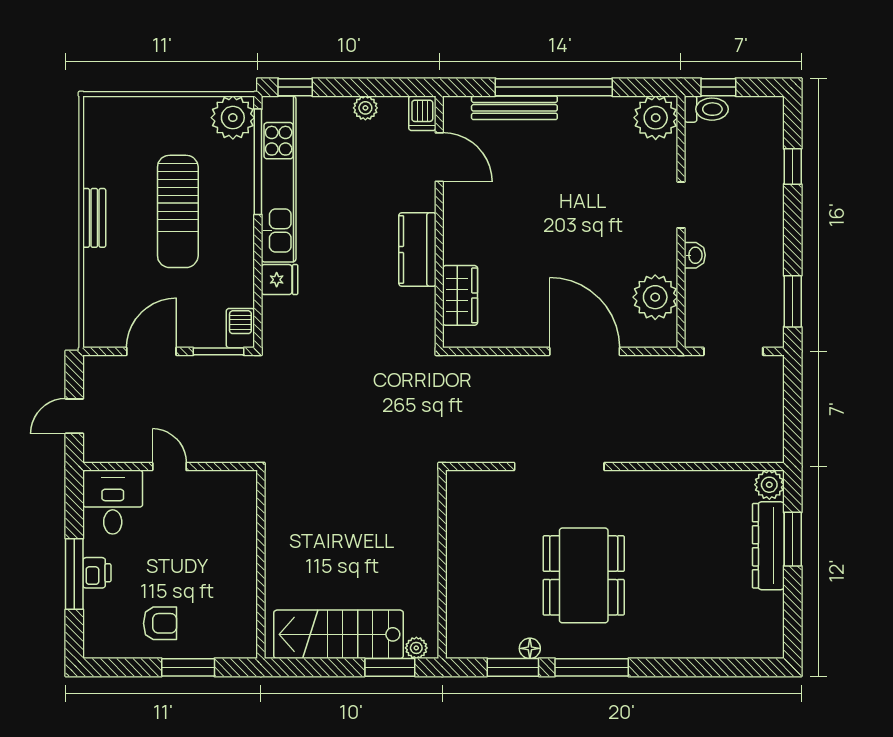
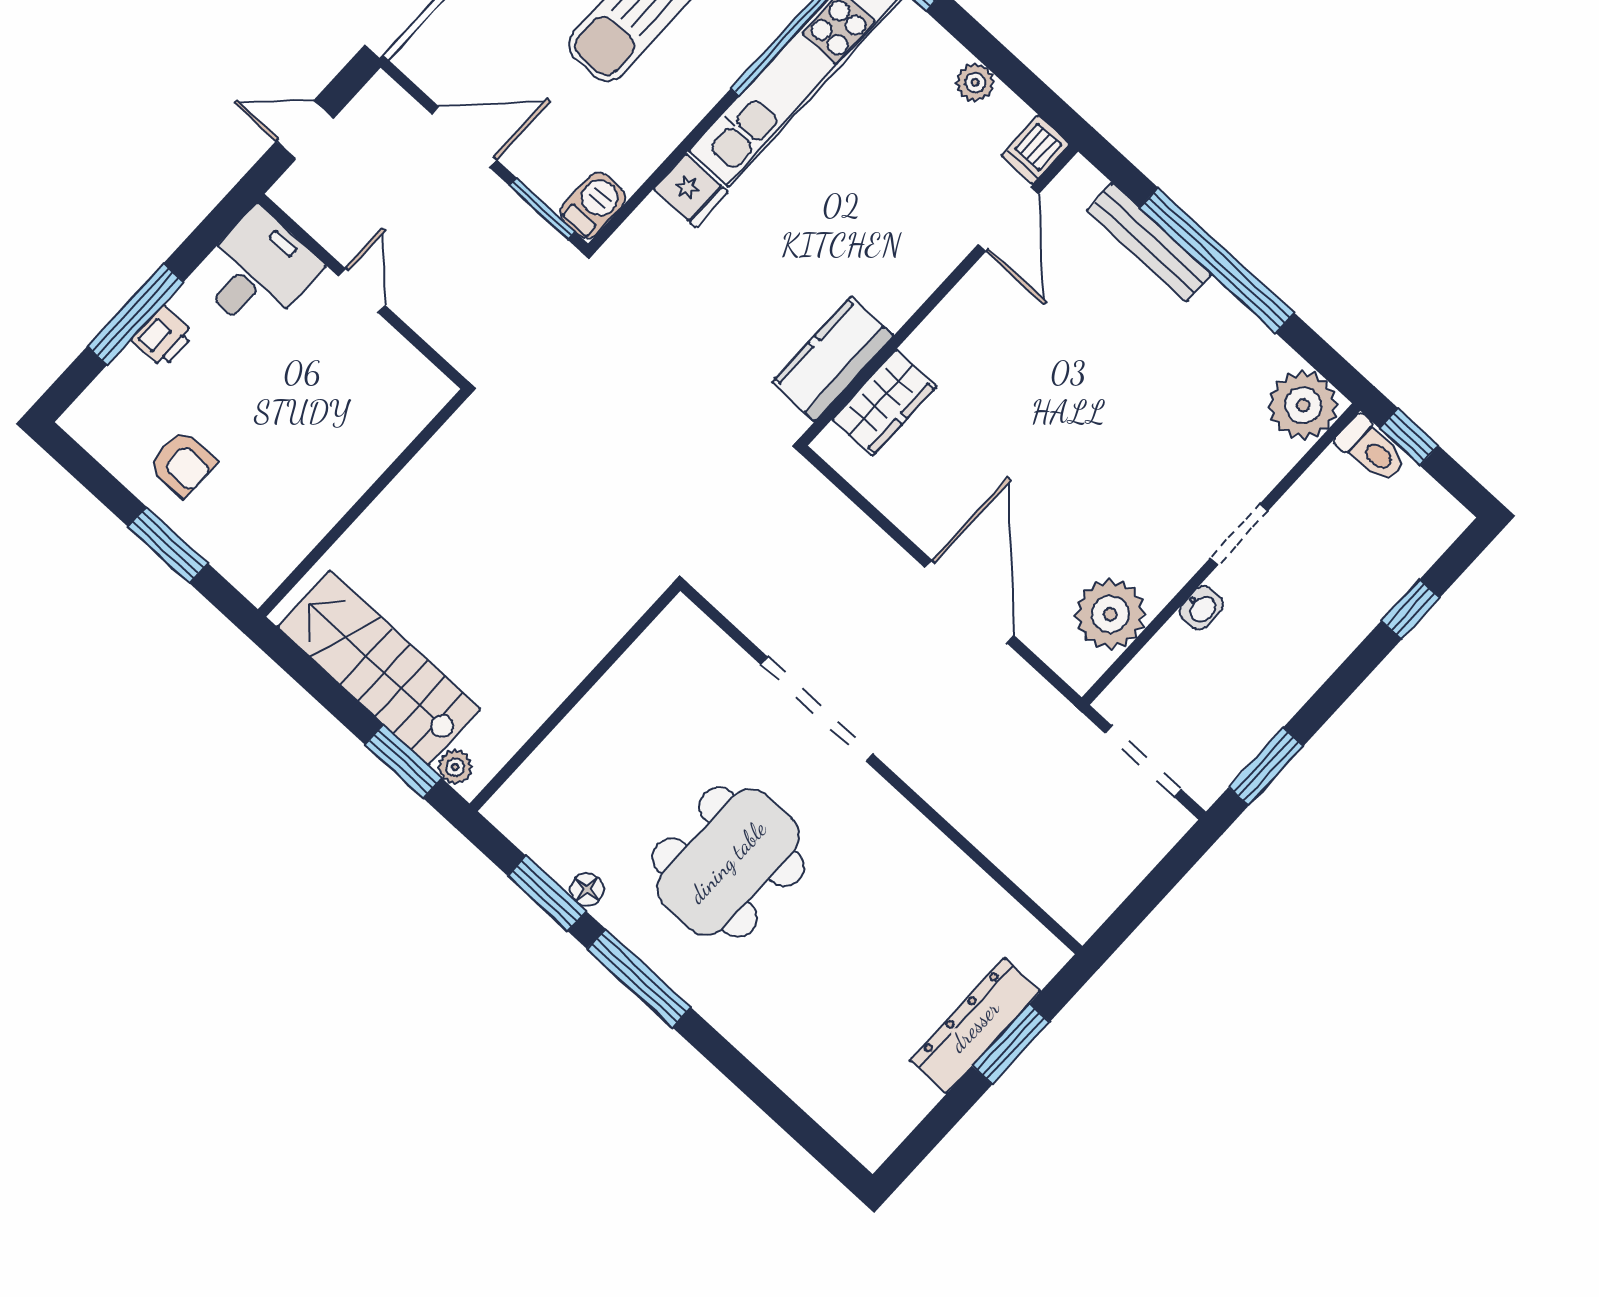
kitchen counter: (417, 249) -> (833, 359), moved
plant: (769, 485) -> (1042, 955), removed

